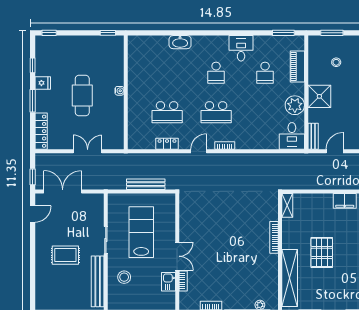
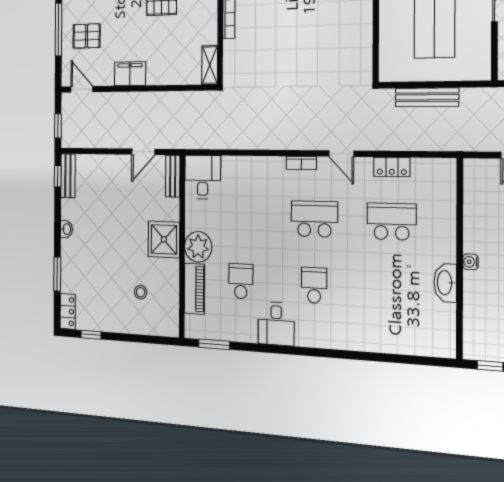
window: (332, 33) -> (146, 339), removed
washbasin: (180, 42) -> (445, 283), moved, turned -90
plant: (295, 105) -> (198, 247), moved
door: (199, 151) -> (341, 154), hinge flipped

